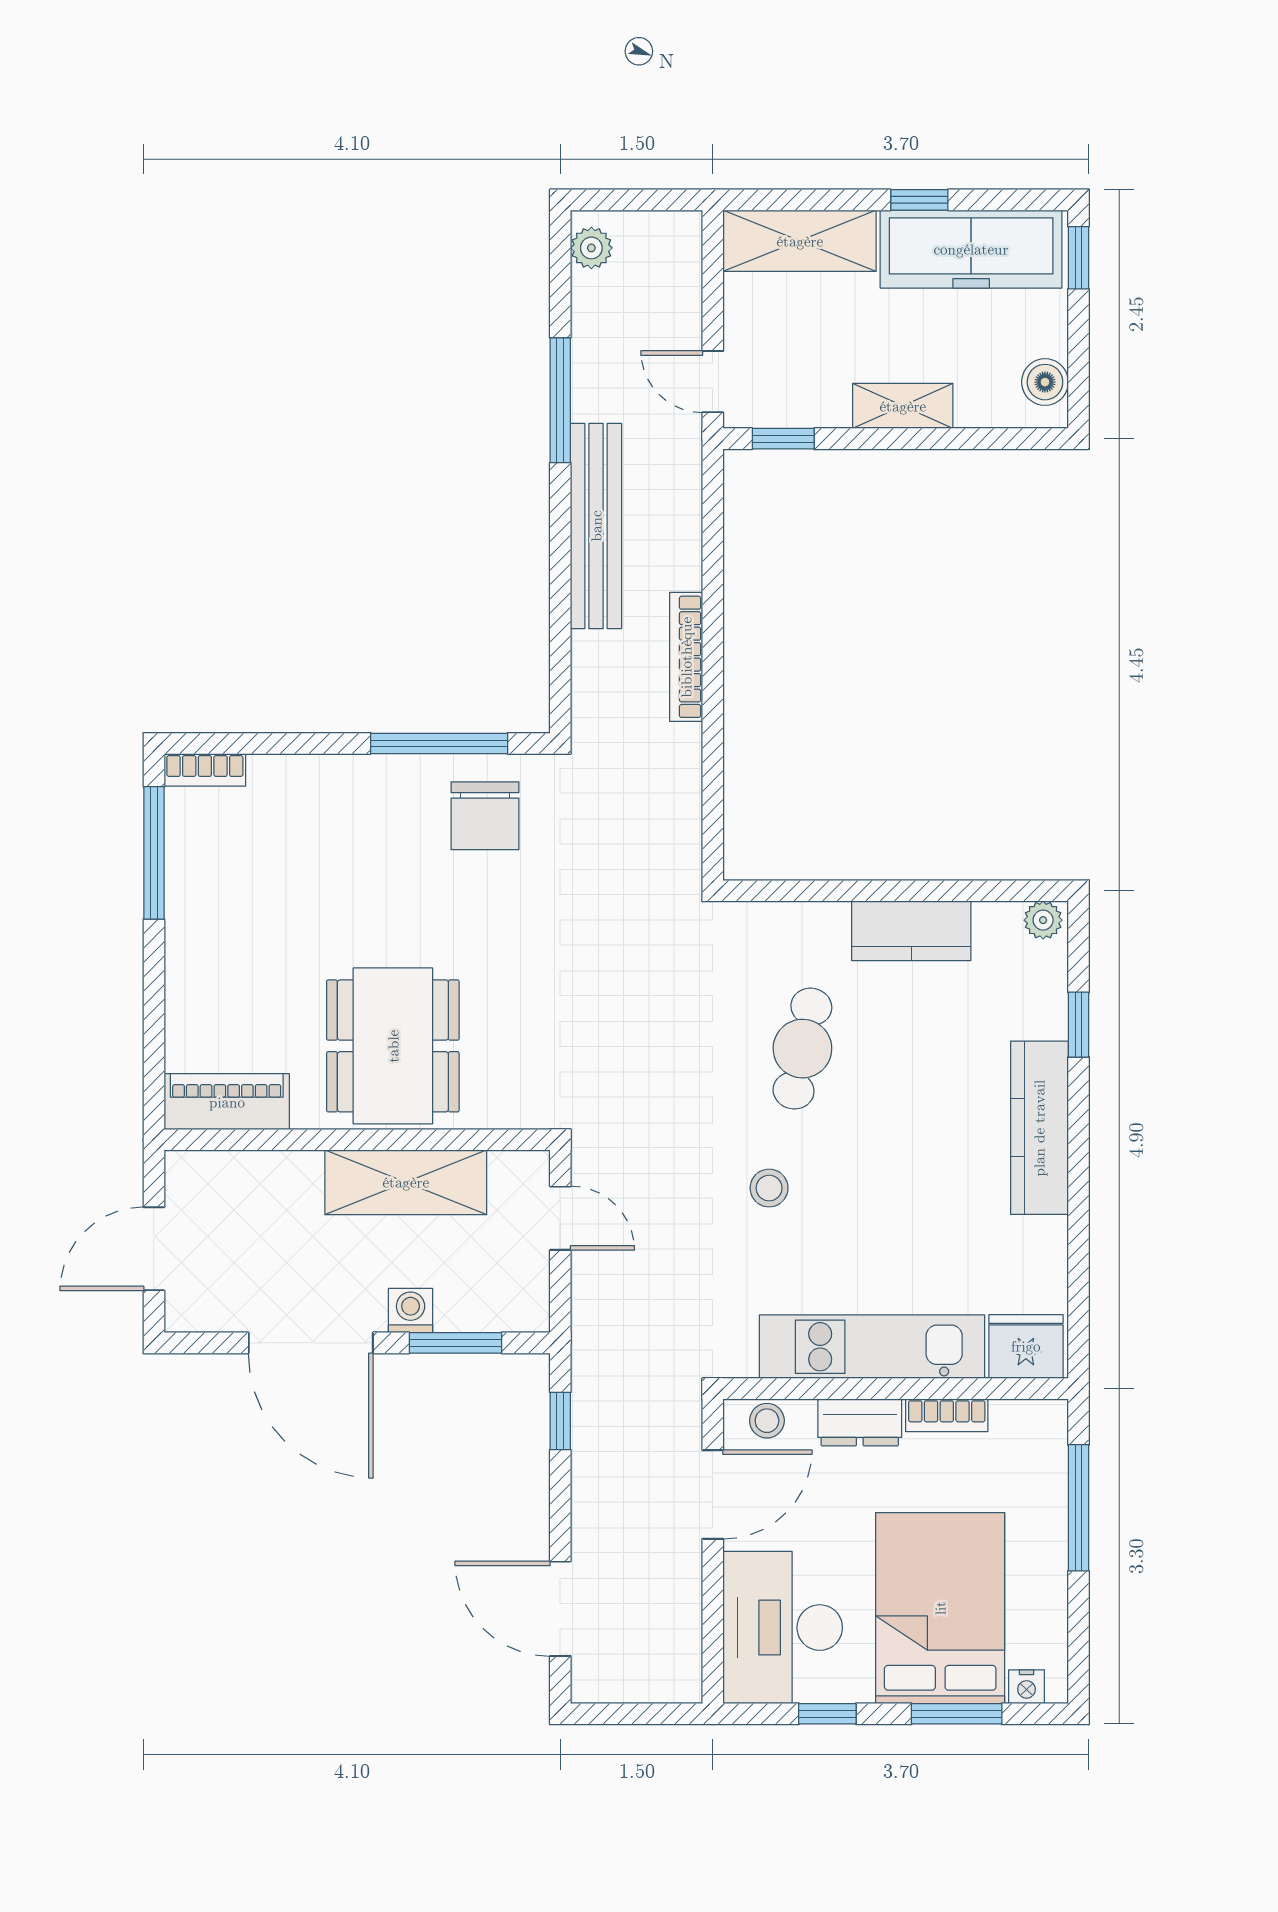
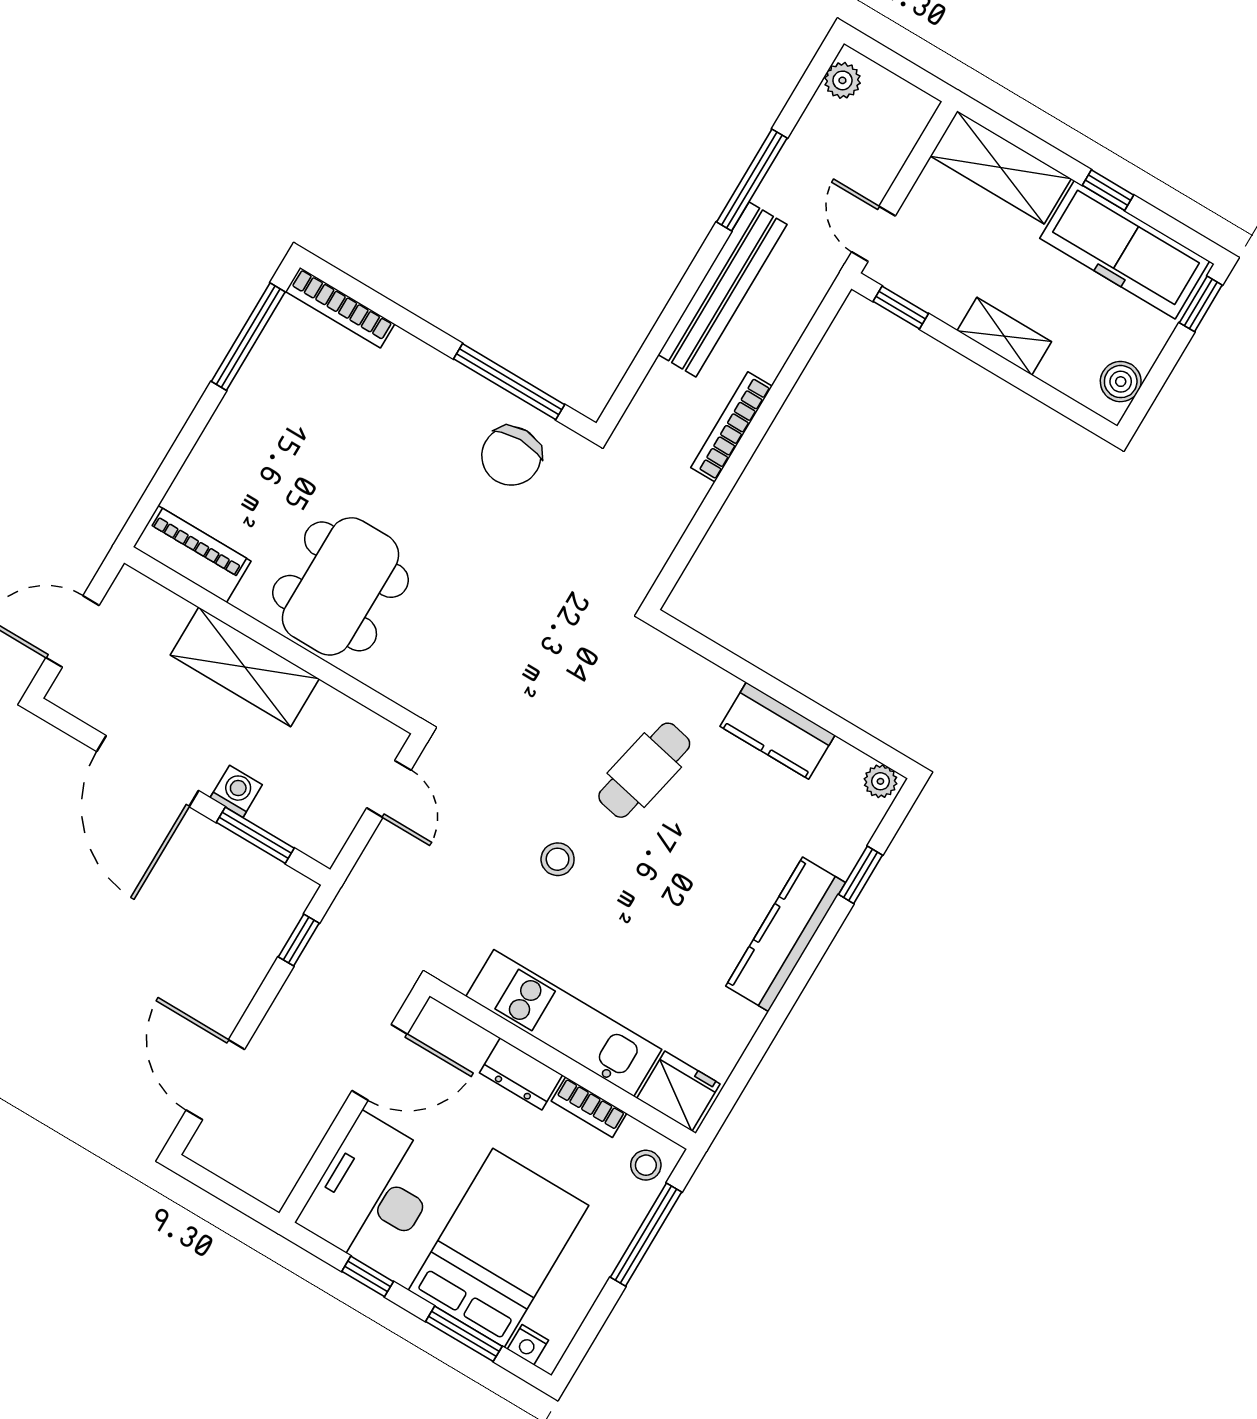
bookcase: (205, 770) -> (340, 308), width x1.56
shelving: (406, 1182) -> (245, 667), moved
stool: (767, 1421) -> (646, 1165), moved

